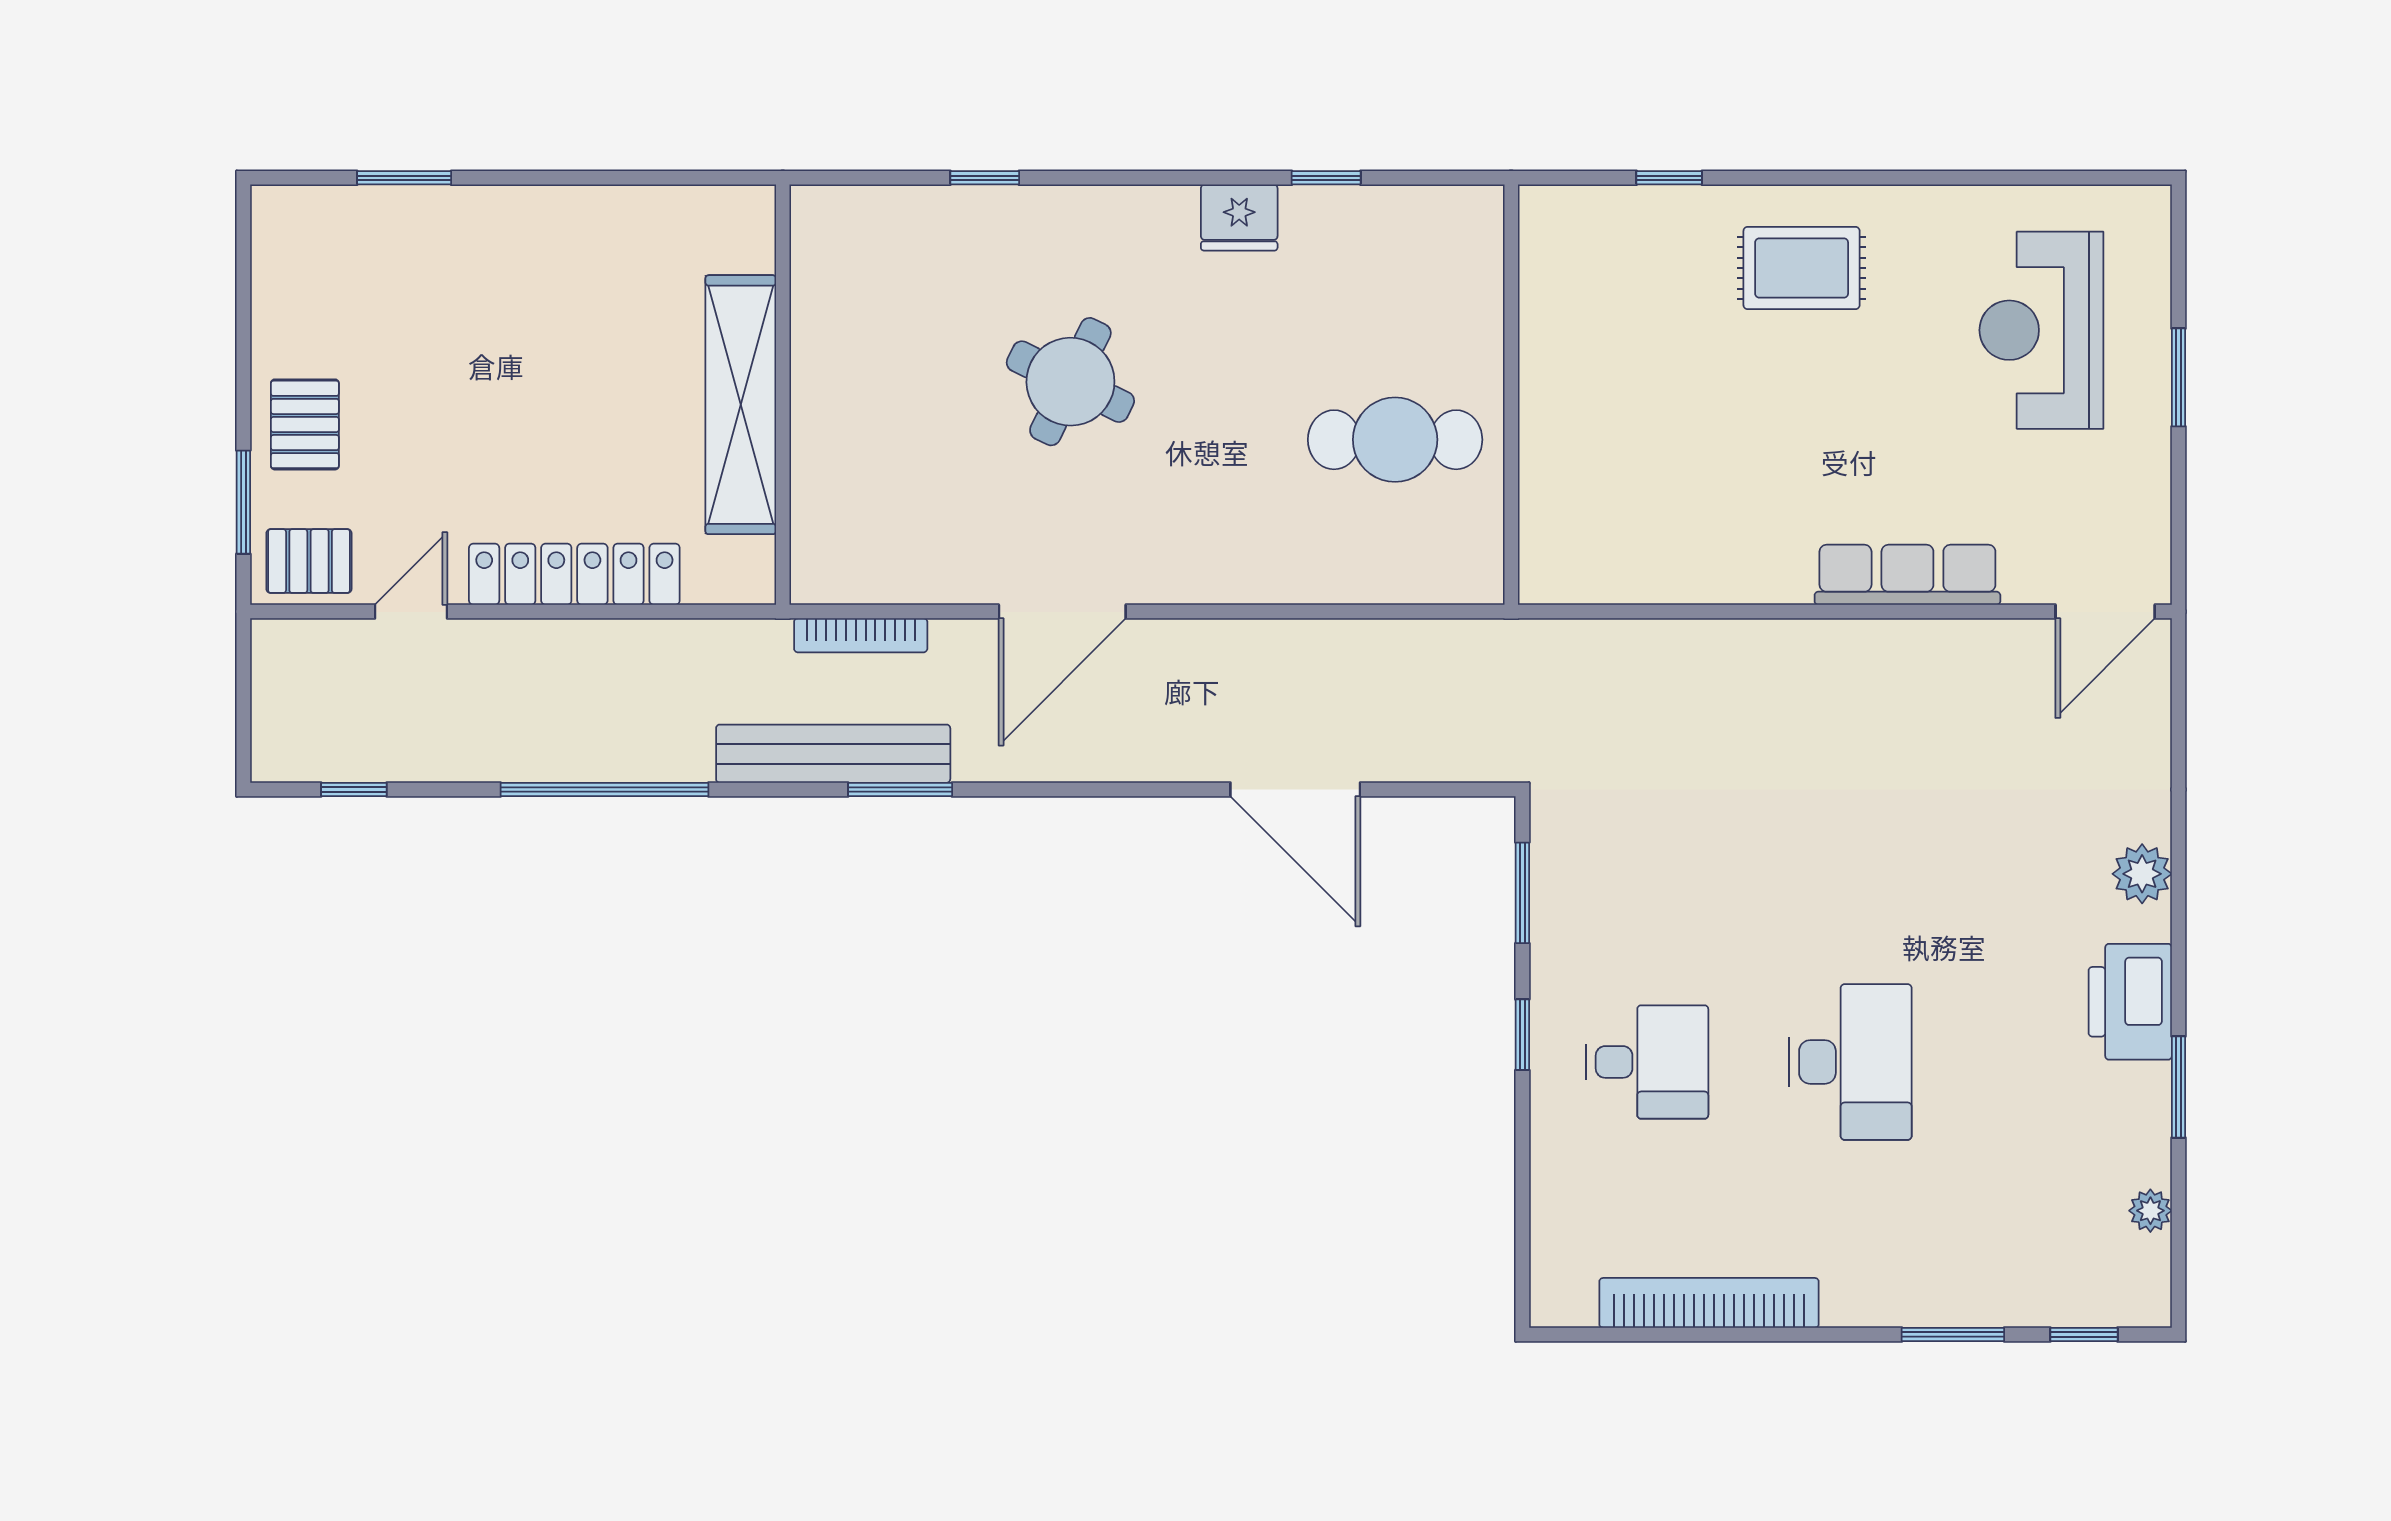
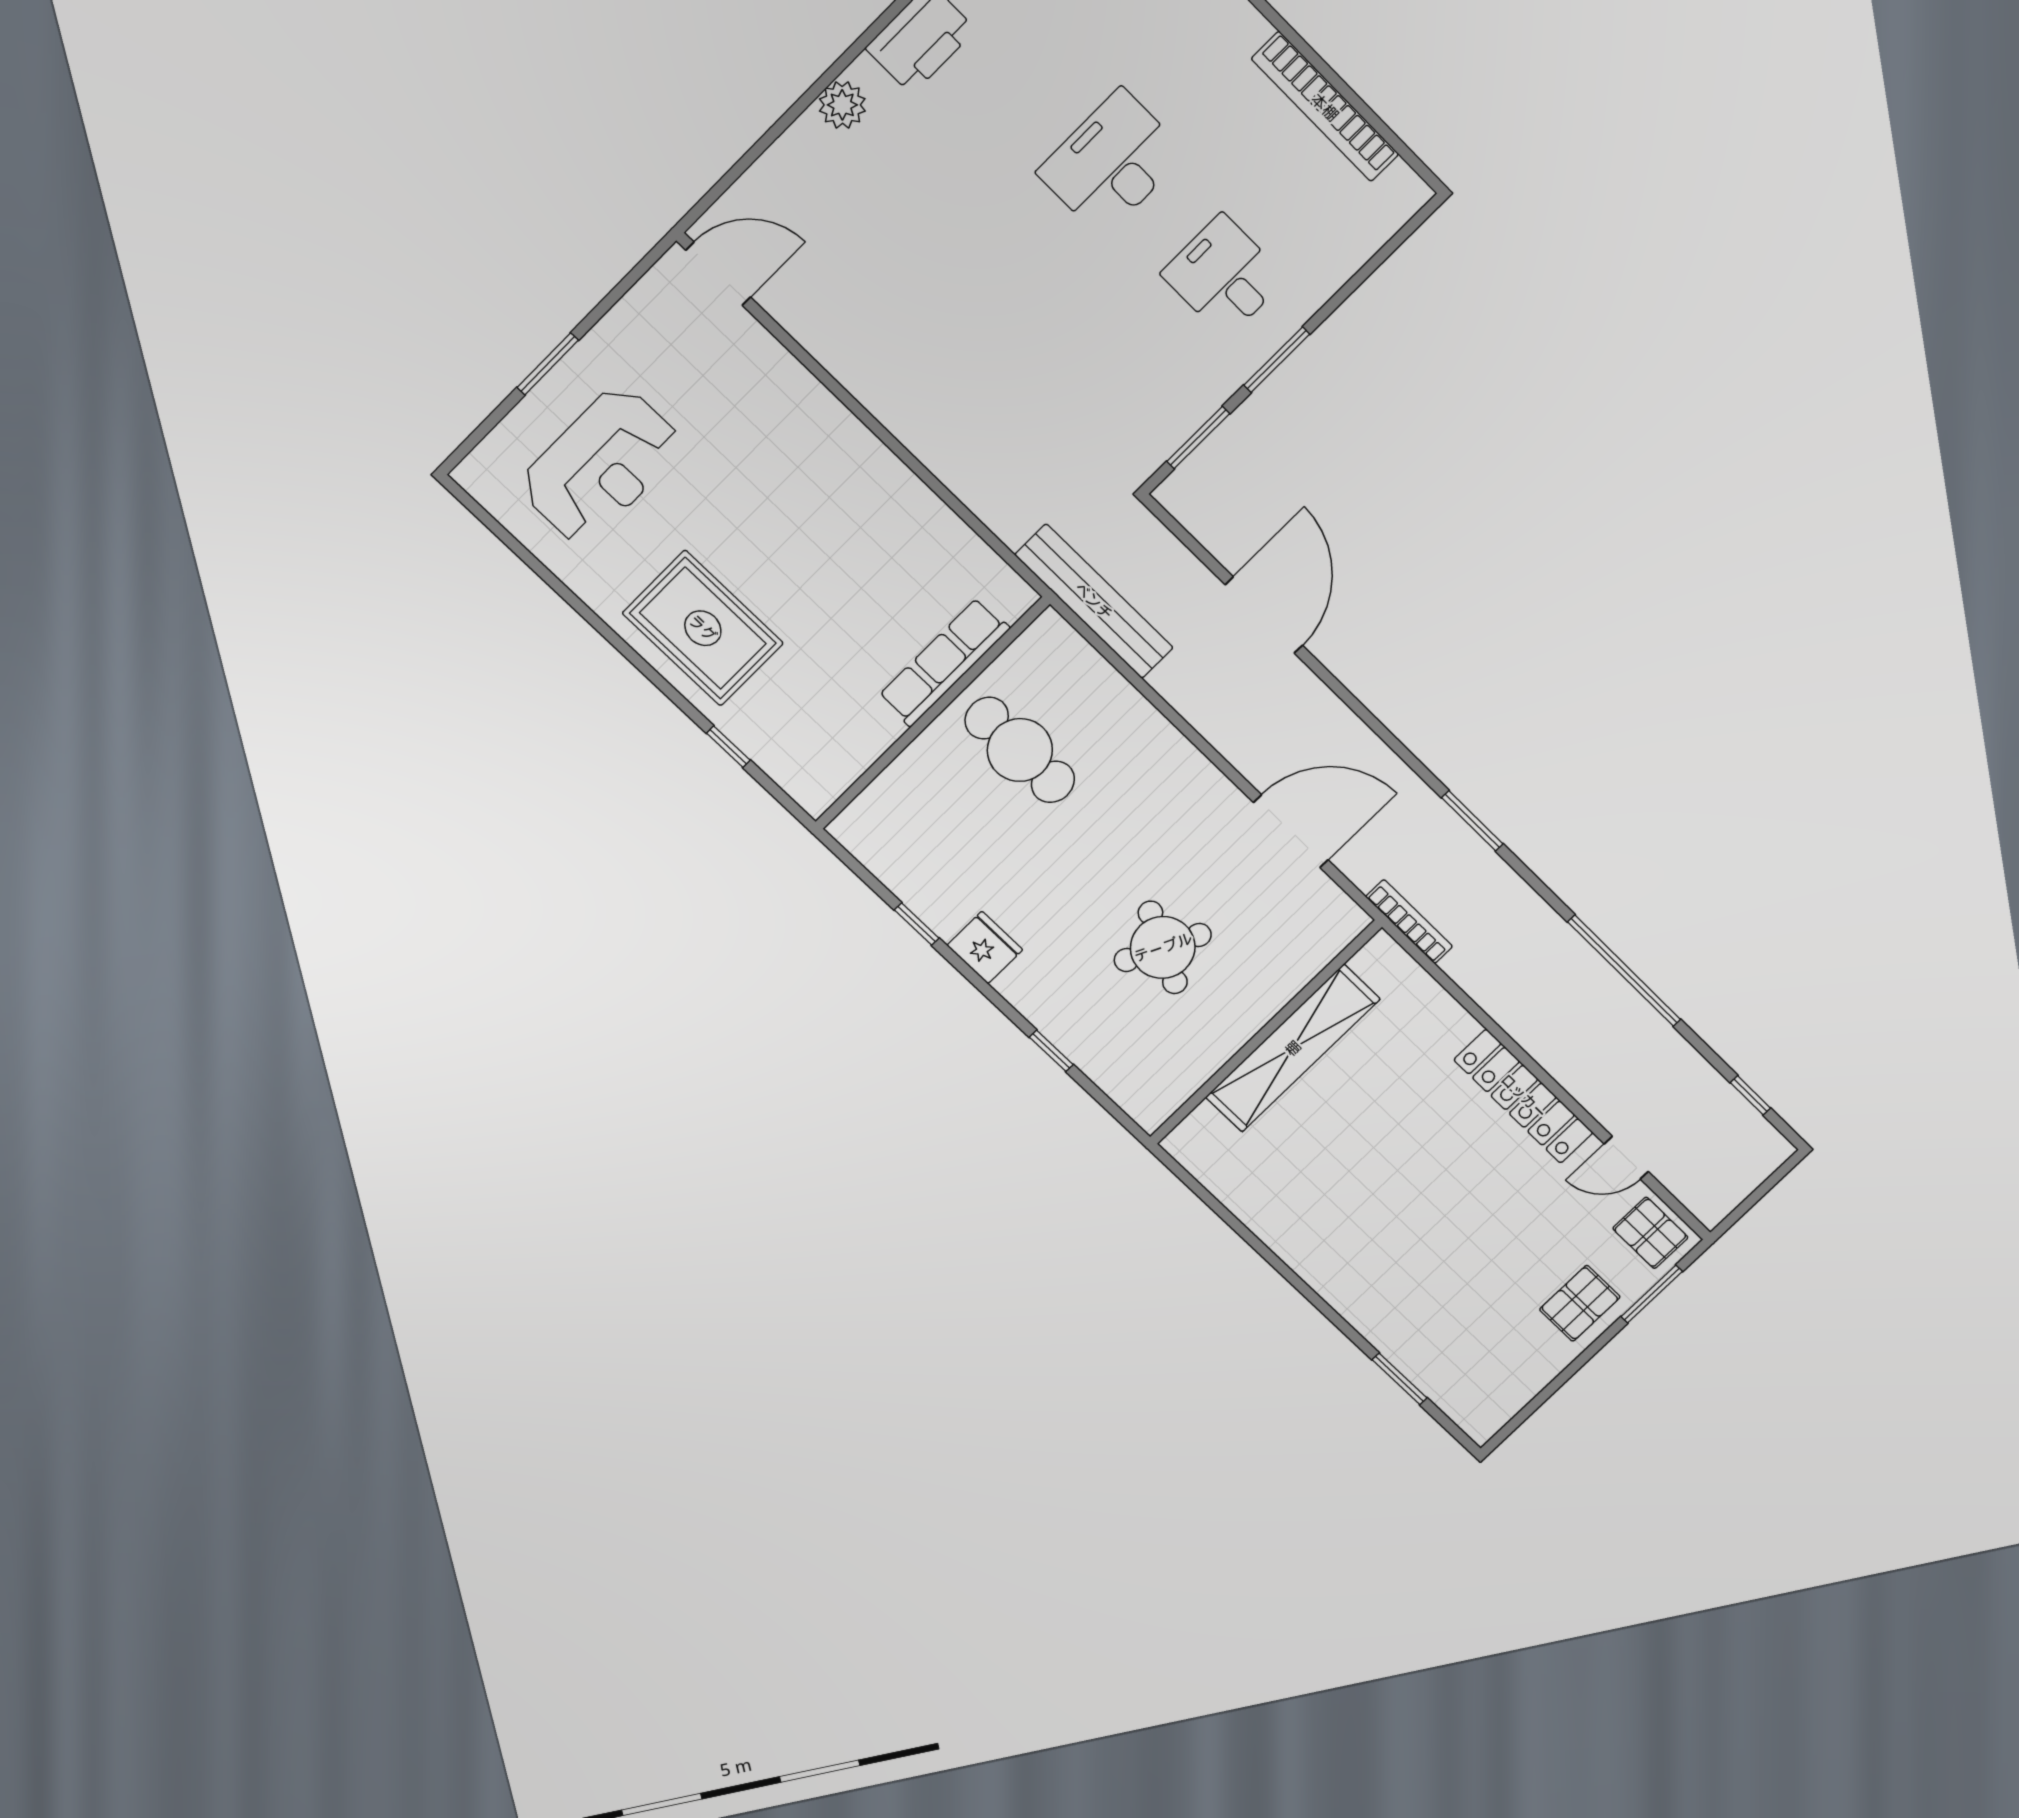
window: (985, 178) -> (1051, 1051), moved
rug: (1802, 268) -> (703, 628), width x1.36, depth x1.43
wall: (783, 395) -> (1265, 1032), moved
shelving: (741, 405) -> (1293, 1048), moved
row of seats: (1907, 575) -> (944, 662), moved, turned 90
bench: (833, 754) -> (1094, 601), moved
window: (1522, 1035) -> (1277, 360), width x1.50

